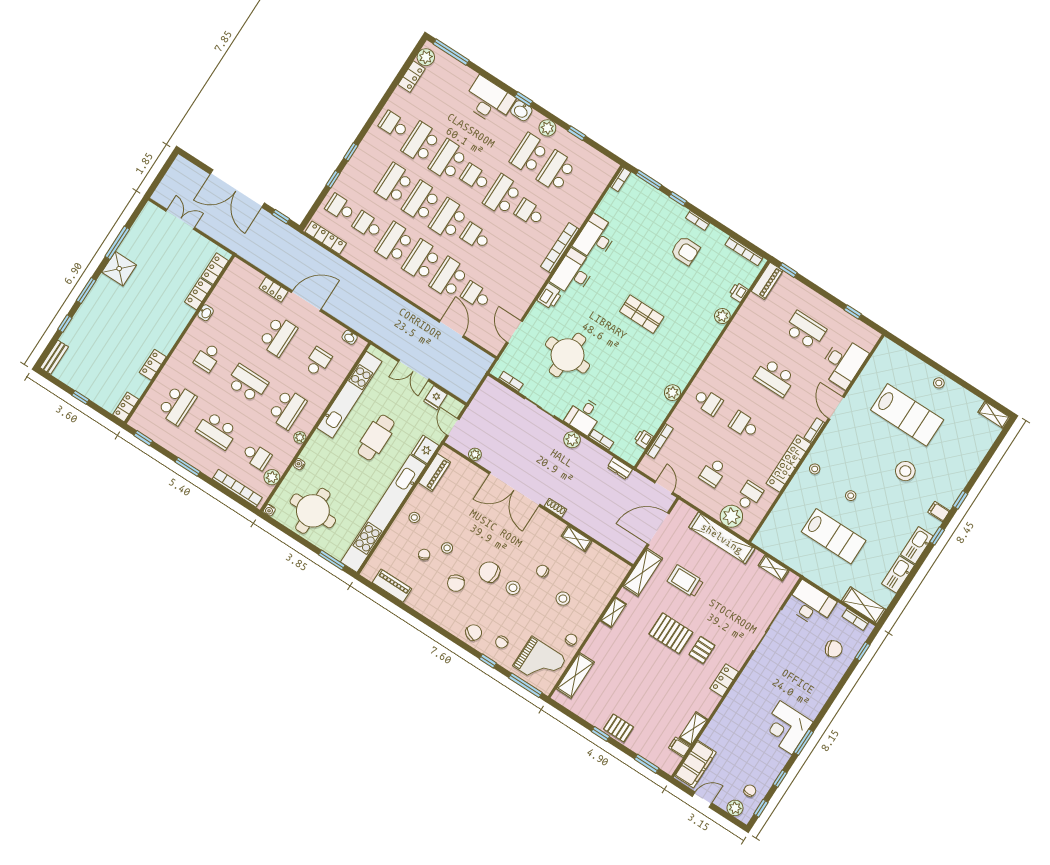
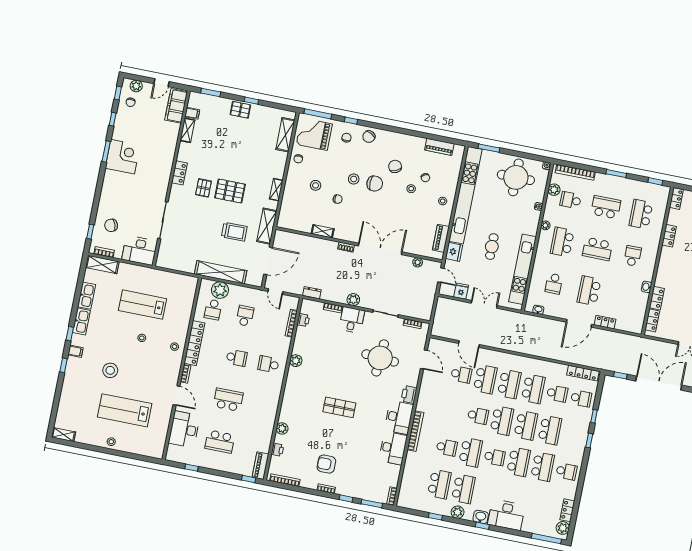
cafe table: (376, 438) -> (492, 247), width x0.73, depth x0.74
shelving: (774, 568) -> (176, 265), removed

